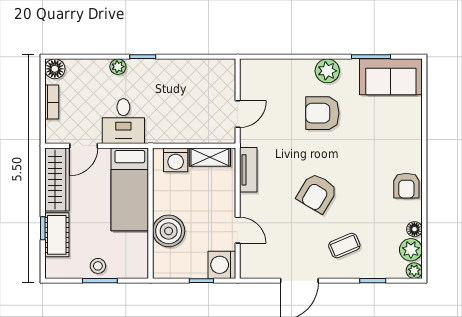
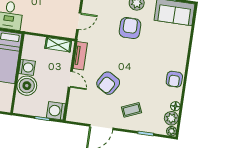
armchair: (322, 113) -> (130, 28), turned 90
washing machine: (176, 160) -> (27, 67), moved, turned -90
armchair: (317, 193) -> (108, 83), moved
door: (238, 230) -> (70, 79), moved

